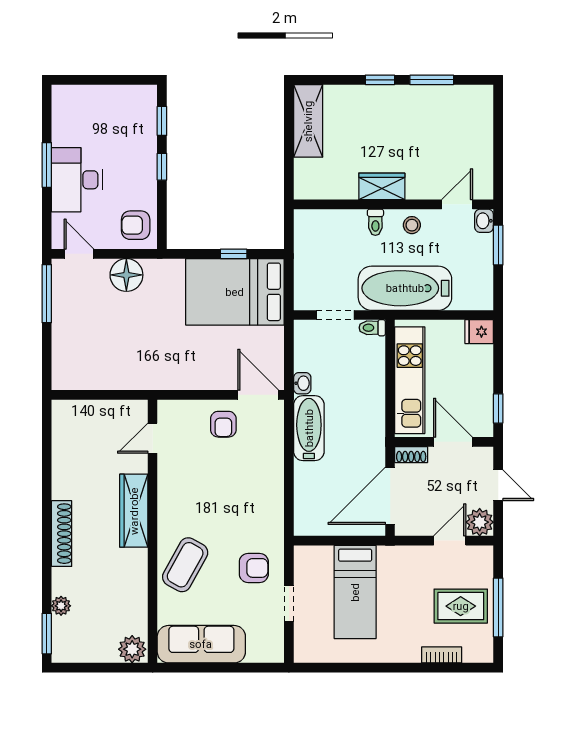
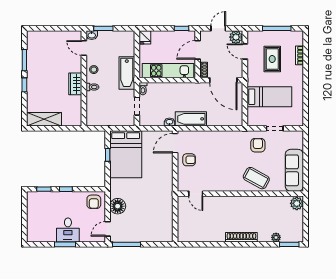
desk: (77, 180) -> (68, 230), width x0.73
bathtub: (405, 288) -> (127, 73), width x0.73, depth x0.73
wardrobe: (134, 511) -> (230, 203), removed
rug: (461, 606) -> (272, 59), moved

